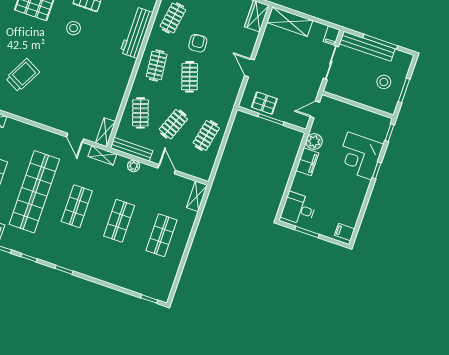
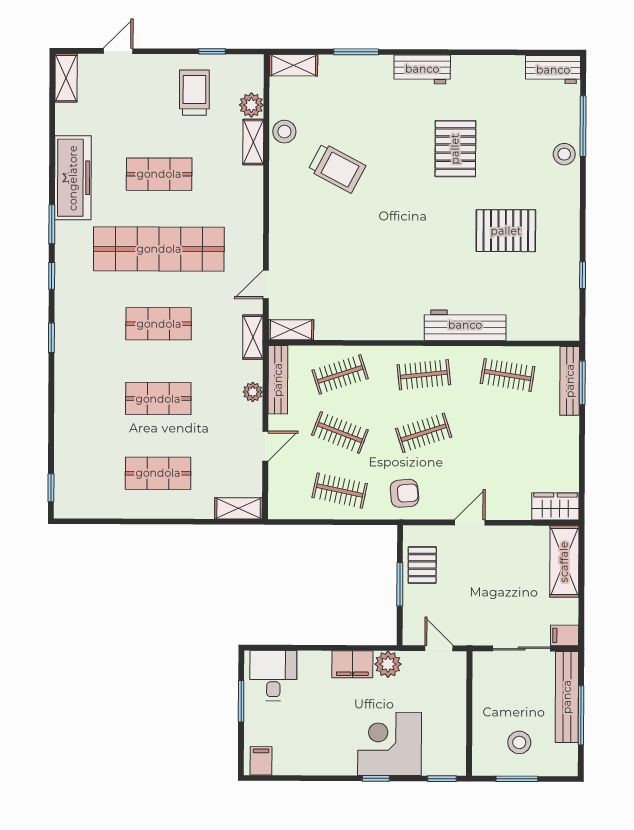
stool: (74, 28) -> (438, 223), removed
armchair: (198, 43) -> (404, 493), moved

